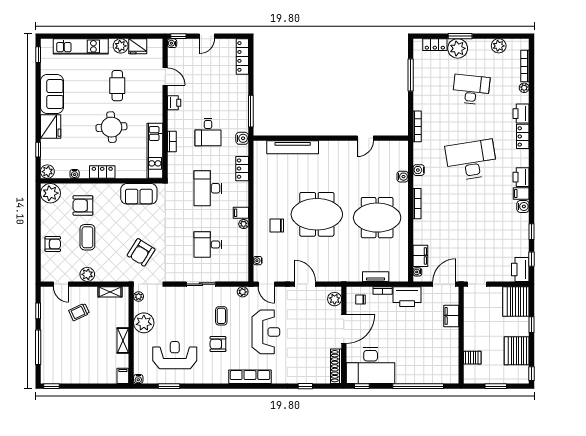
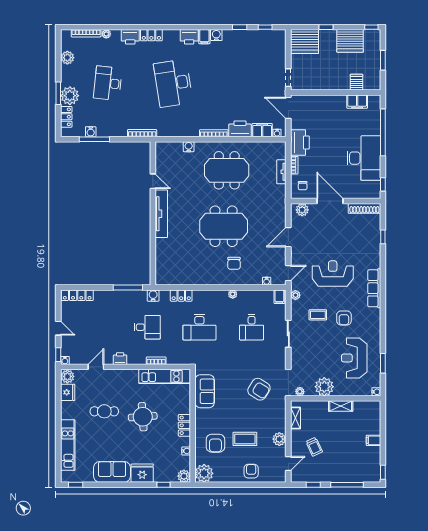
plant: (121, 46) -> (67, 376), moved
tv unit: (293, 147) -> (161, 214), moved
water cooler: (419, 170) -> (91, 132), moved
filing cabinet: (241, 213) -> (279, 297), moved
meeting table: (317, 214) -> (224, 226), turned 90
meeting table: (377, 218) -> (227, 170), turned 90
printer: (520, 269) -> (240, 129), moved, turned 180
filing cabinet: (451, 316) -> (357, 102), moved
desk: (371, 365) -> (364, 158), moved
filing cabinet: (123, 376) -> (373, 440), moved

